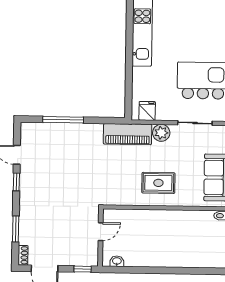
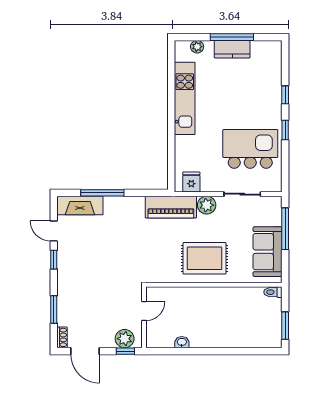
fireplace: (42, 131) -> (80, 205), added
rug: (158, 183) -> (204, 258), width x1.36, depth x1.43
plant: (82, 257) -> (125, 339), added
washbasin: (117, 261) -> (182, 342), moved

